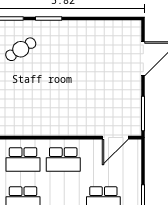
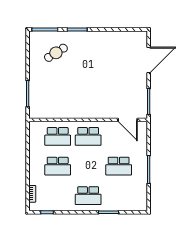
door: (115, 138) -> (128, 120), hinge flipped

